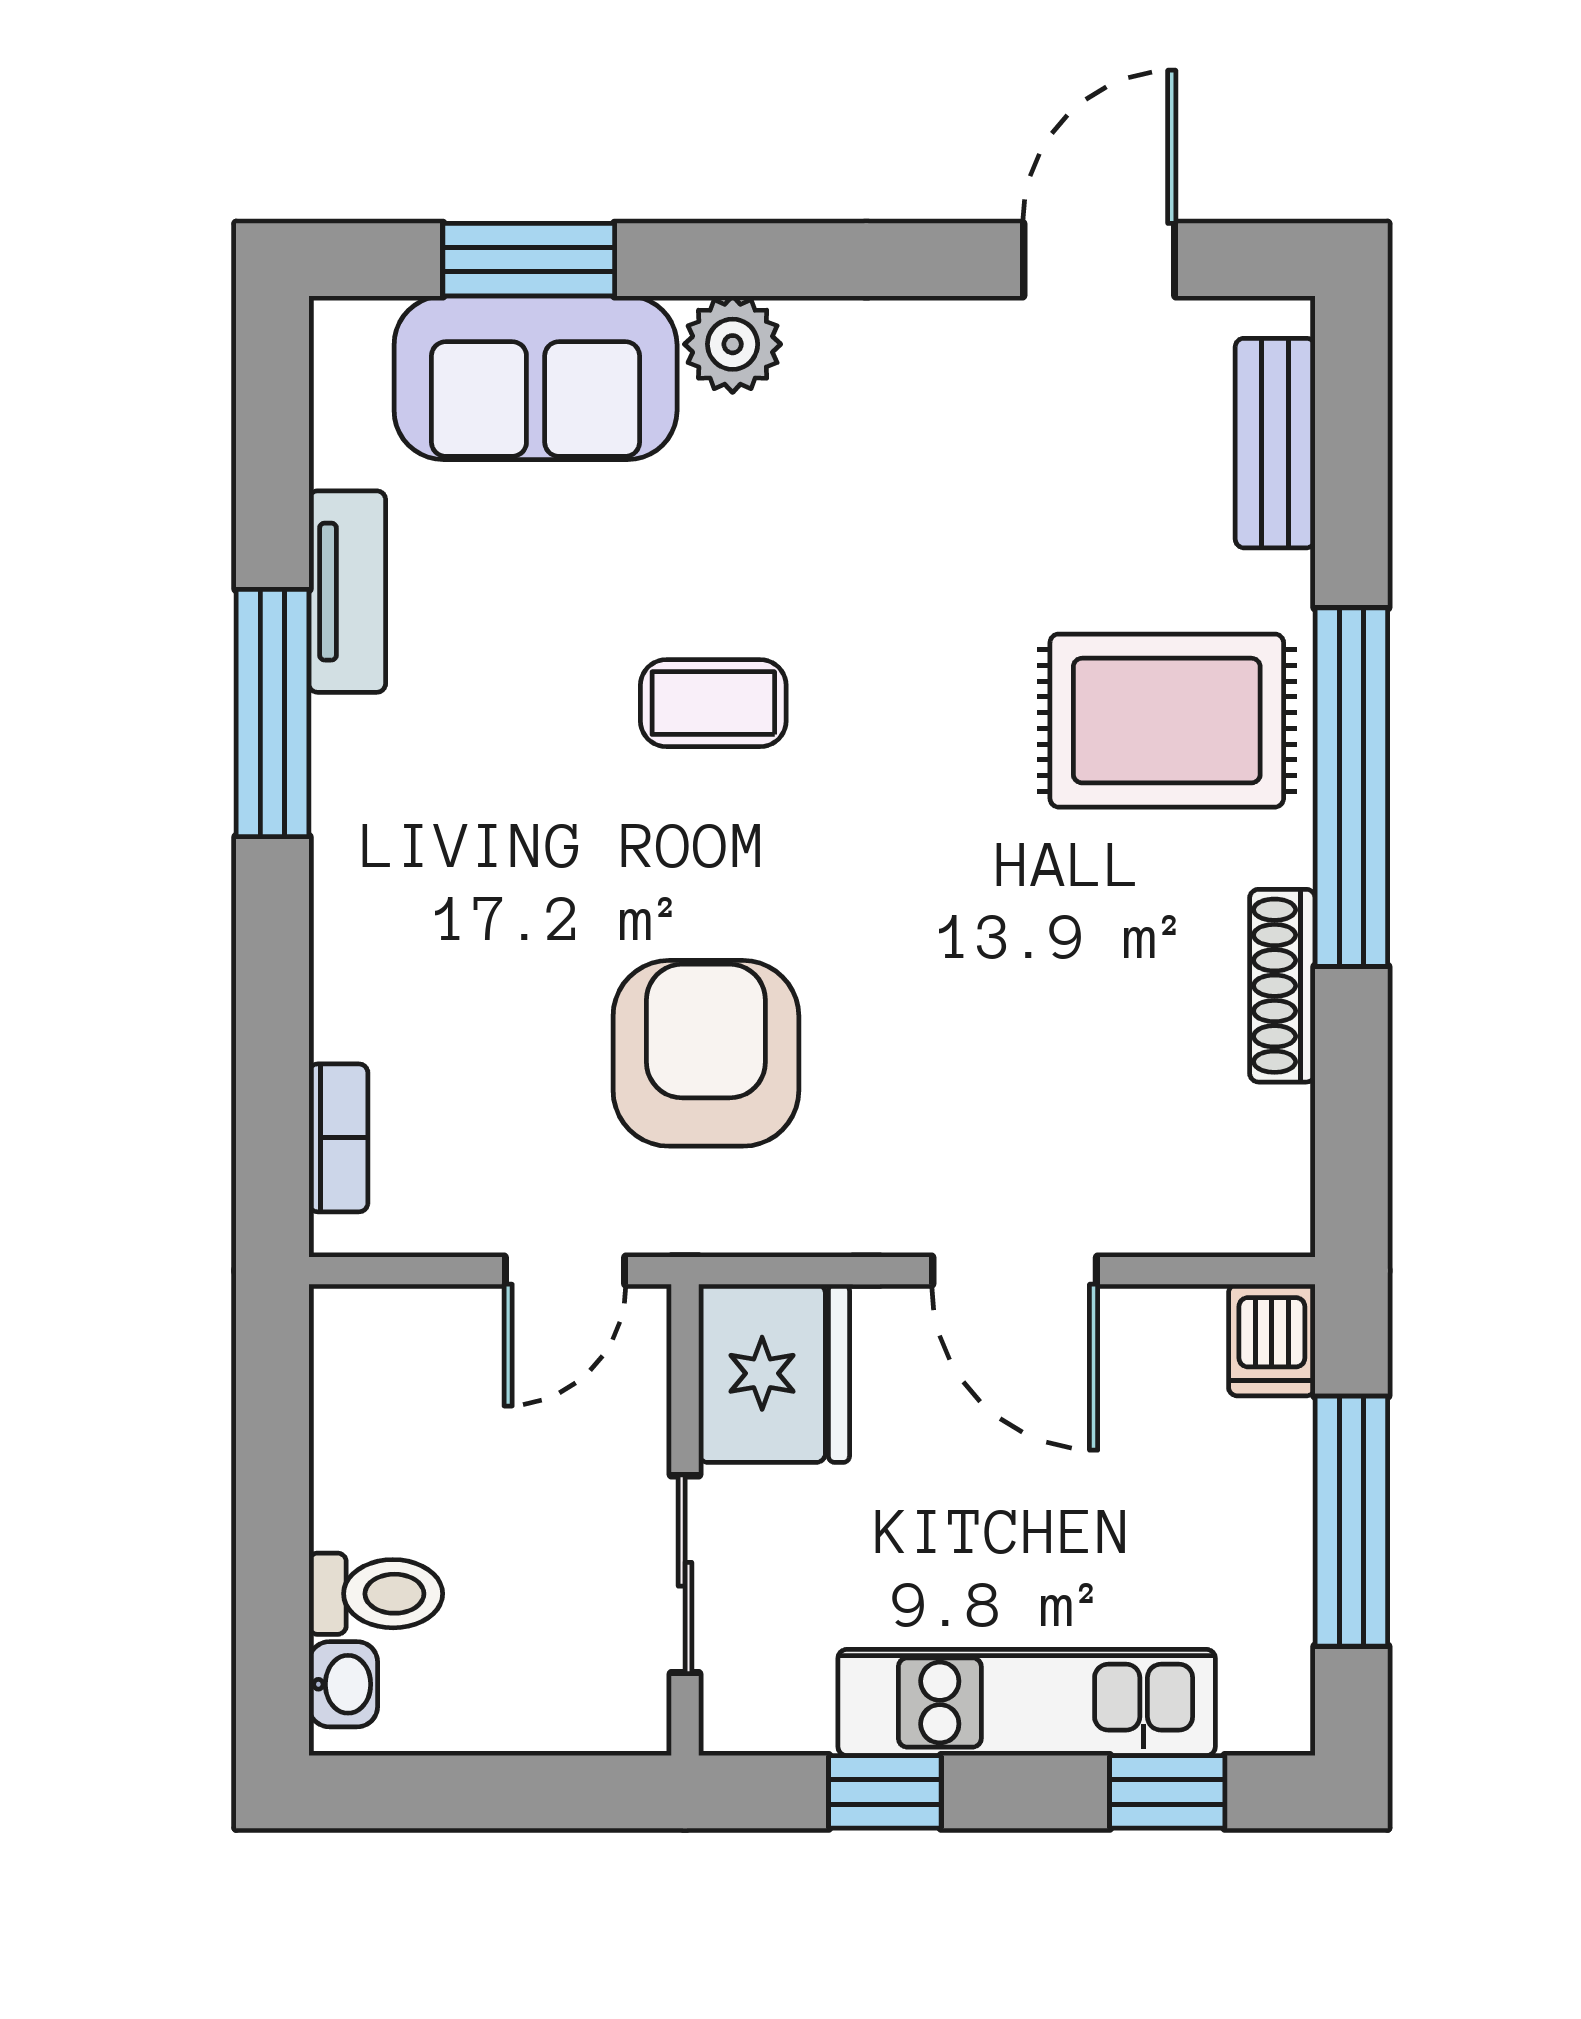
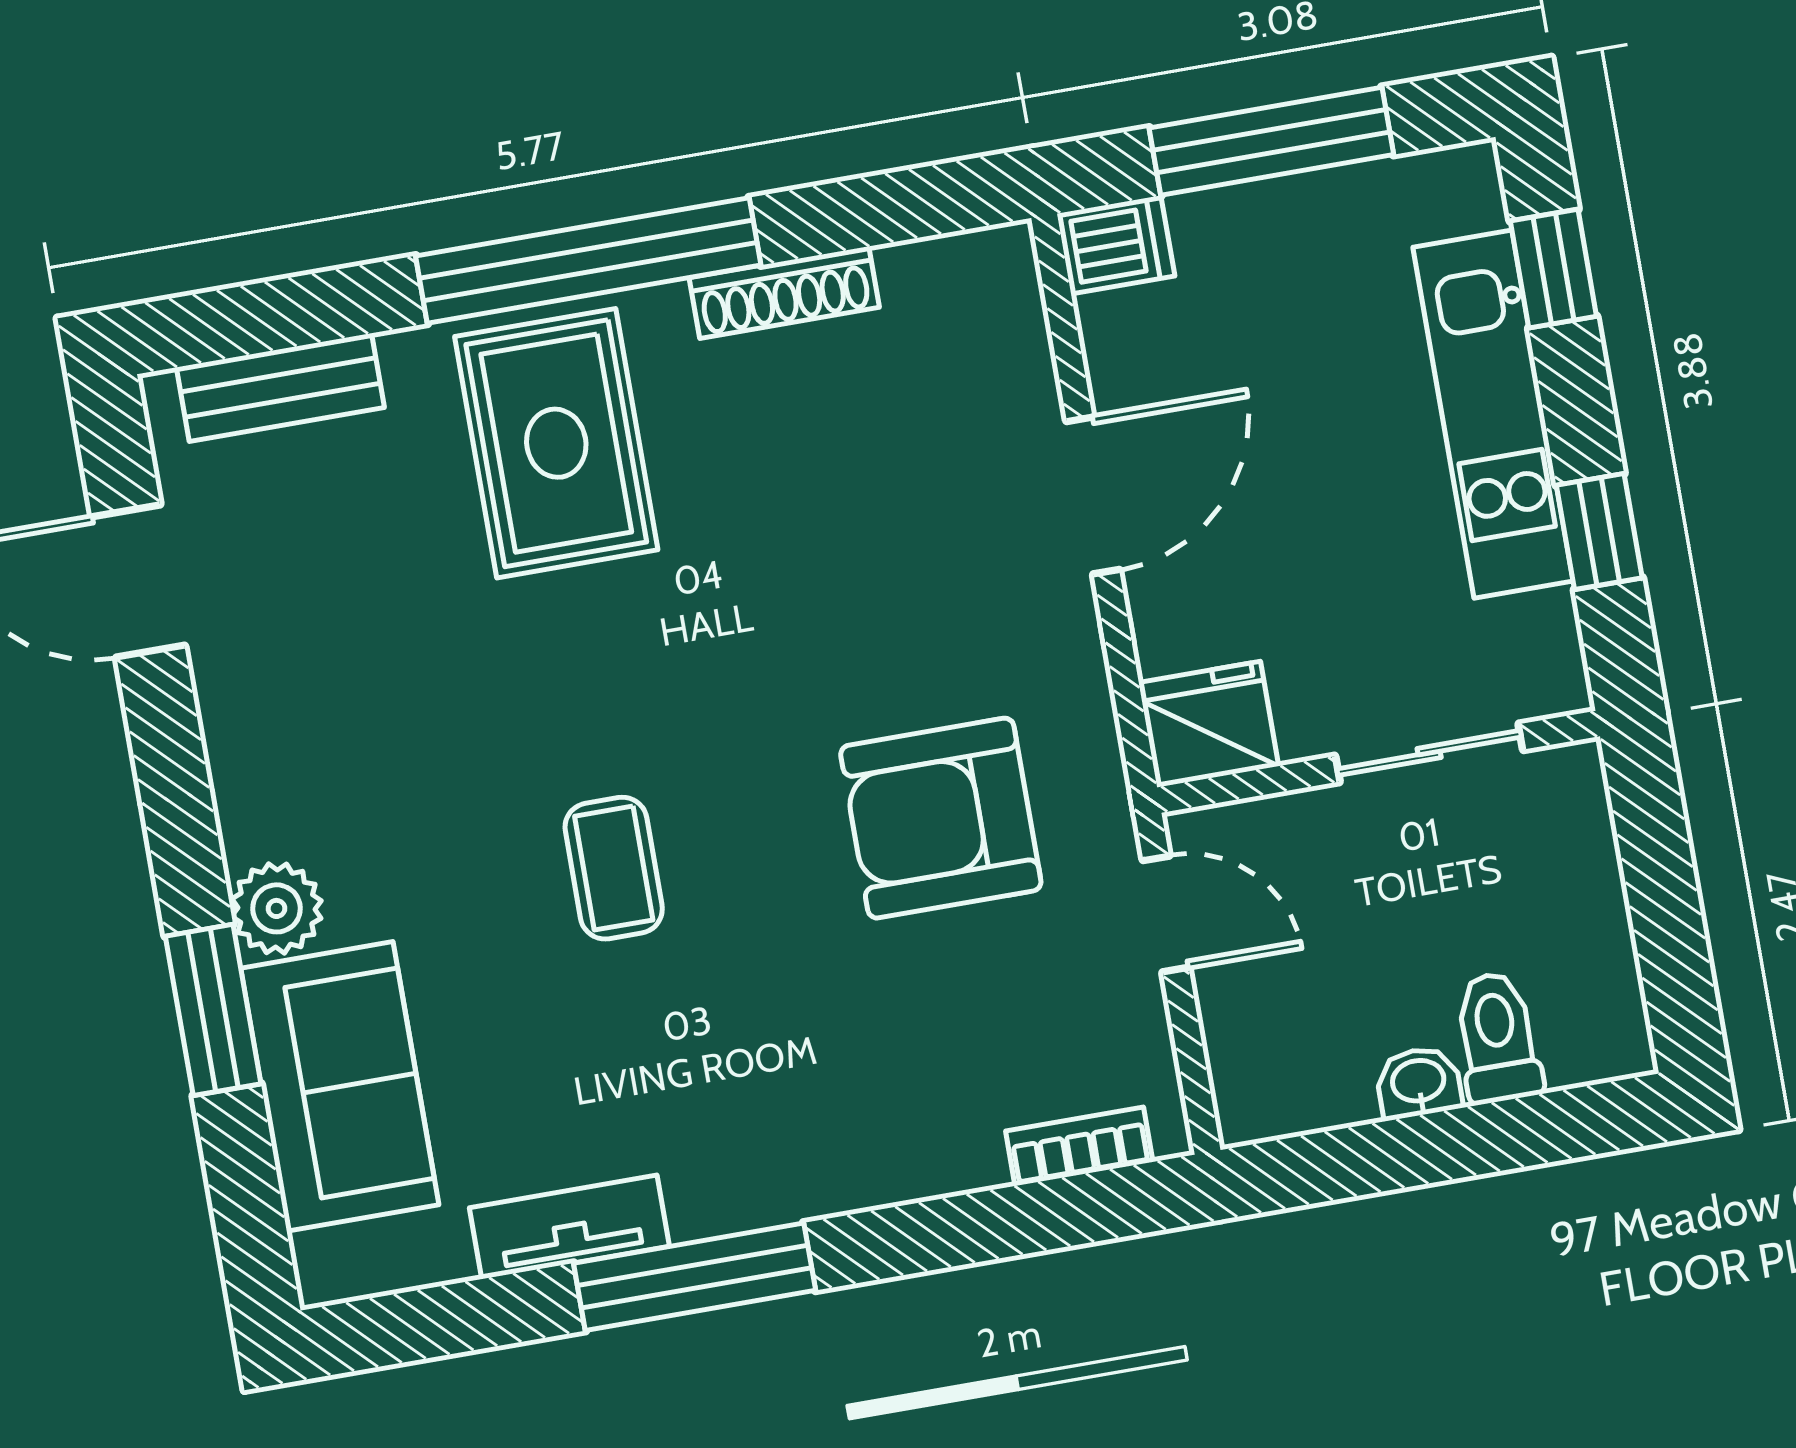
window: (529, 260) -> (213, 1010), moved
fridge: (774, 1373) -> (1209, 724), width x0.73, depth x0.75
washbasin: (343, 1684) -> (1418, 1083), moved

